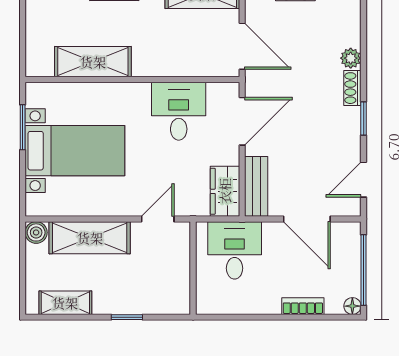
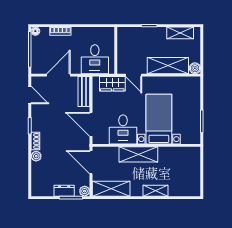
shelving: (93, 62) -> (138, 154), moved
door: (242, 121) -> (91, 124), hinge flipped
bed with nightstands: (75, 151) -> (159, 119), moved, turned 90
door: (364, 180) -> (30, 95), hinge flipped
wardrobe: (225, 191) -> (112, 84), moved, turned 90
door: (158, 219) -> (134, 75), hinge flipped
door: (307, 219) -> (58, 75), hinge flipped

